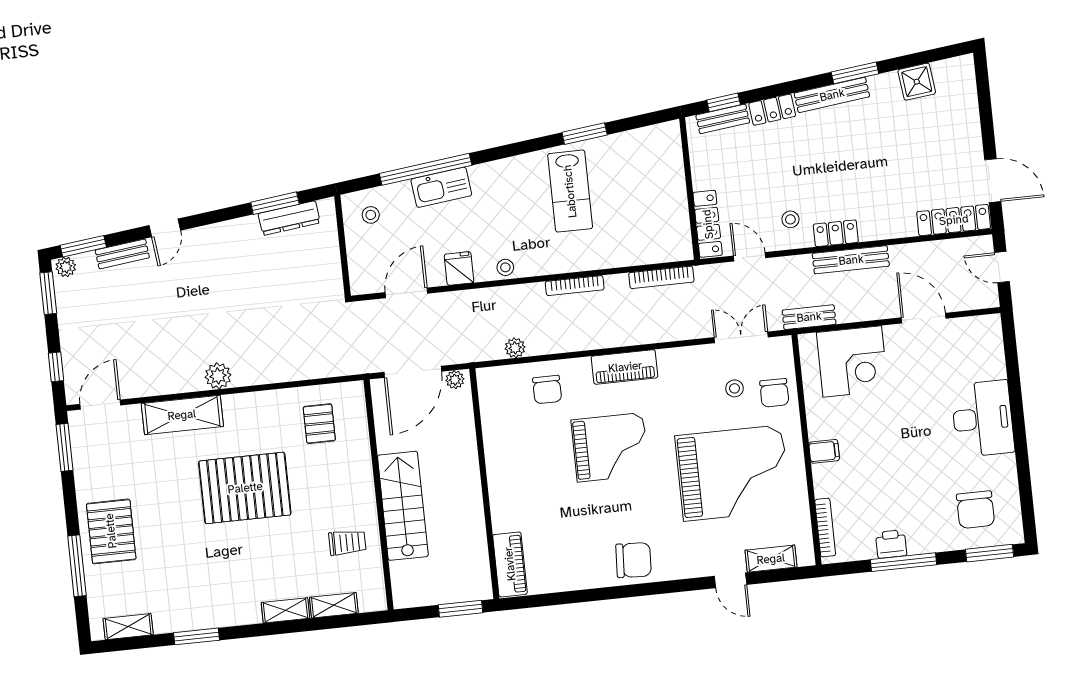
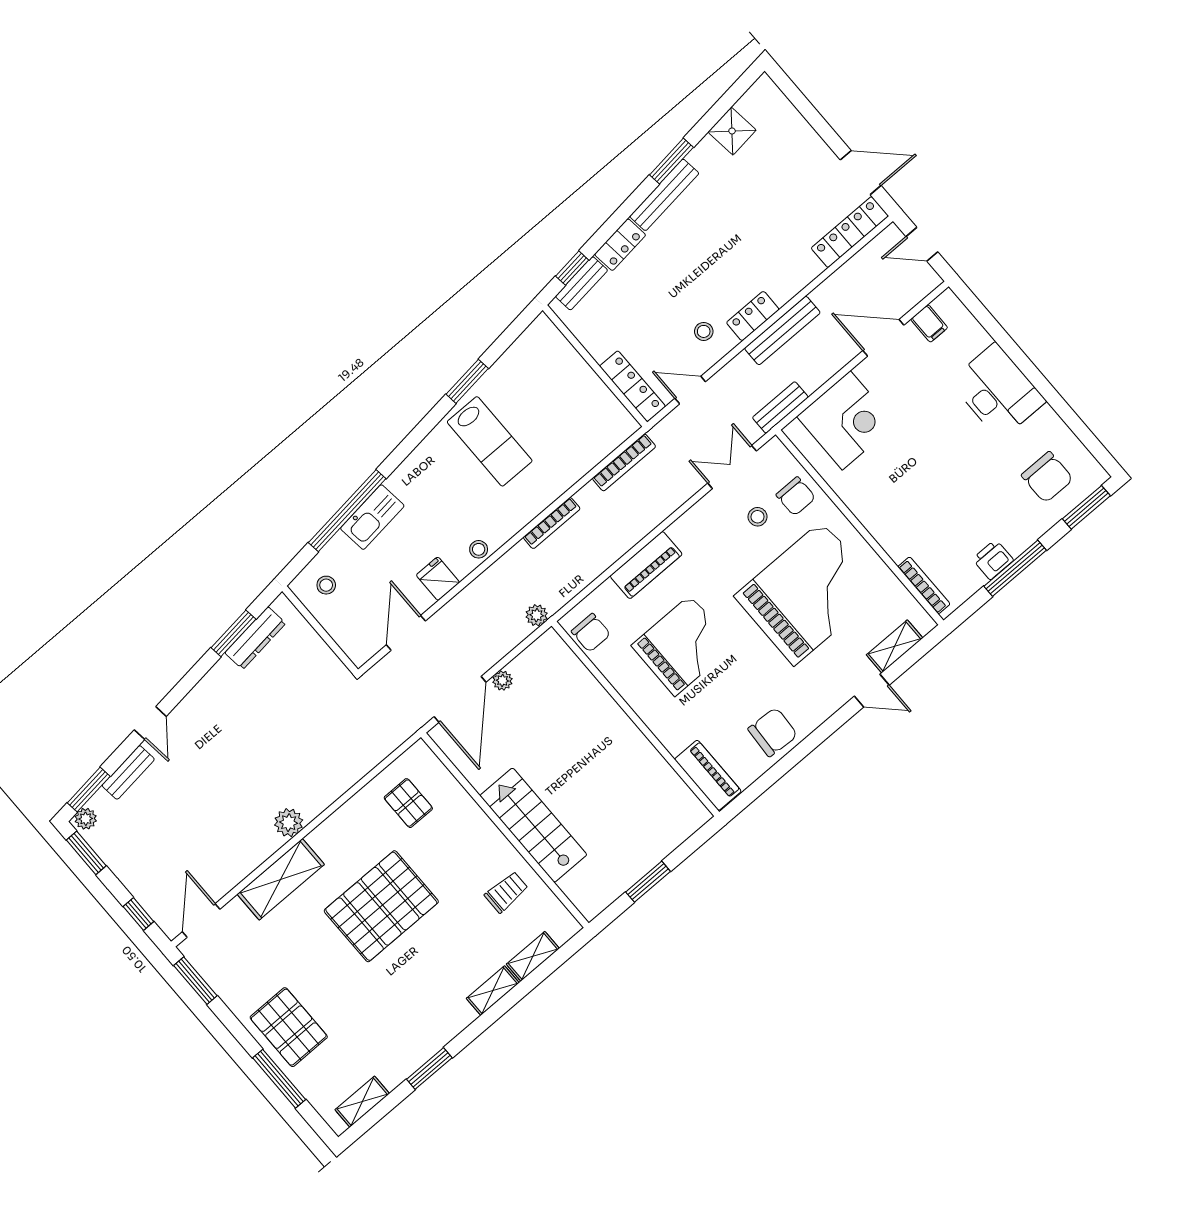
filing cabinet: (824, 451) -> (929, 323), moved, turned 90
wall: (484, 484) -> (635, 719), moved
piano: (510, 564) -> (708, 775), moved

